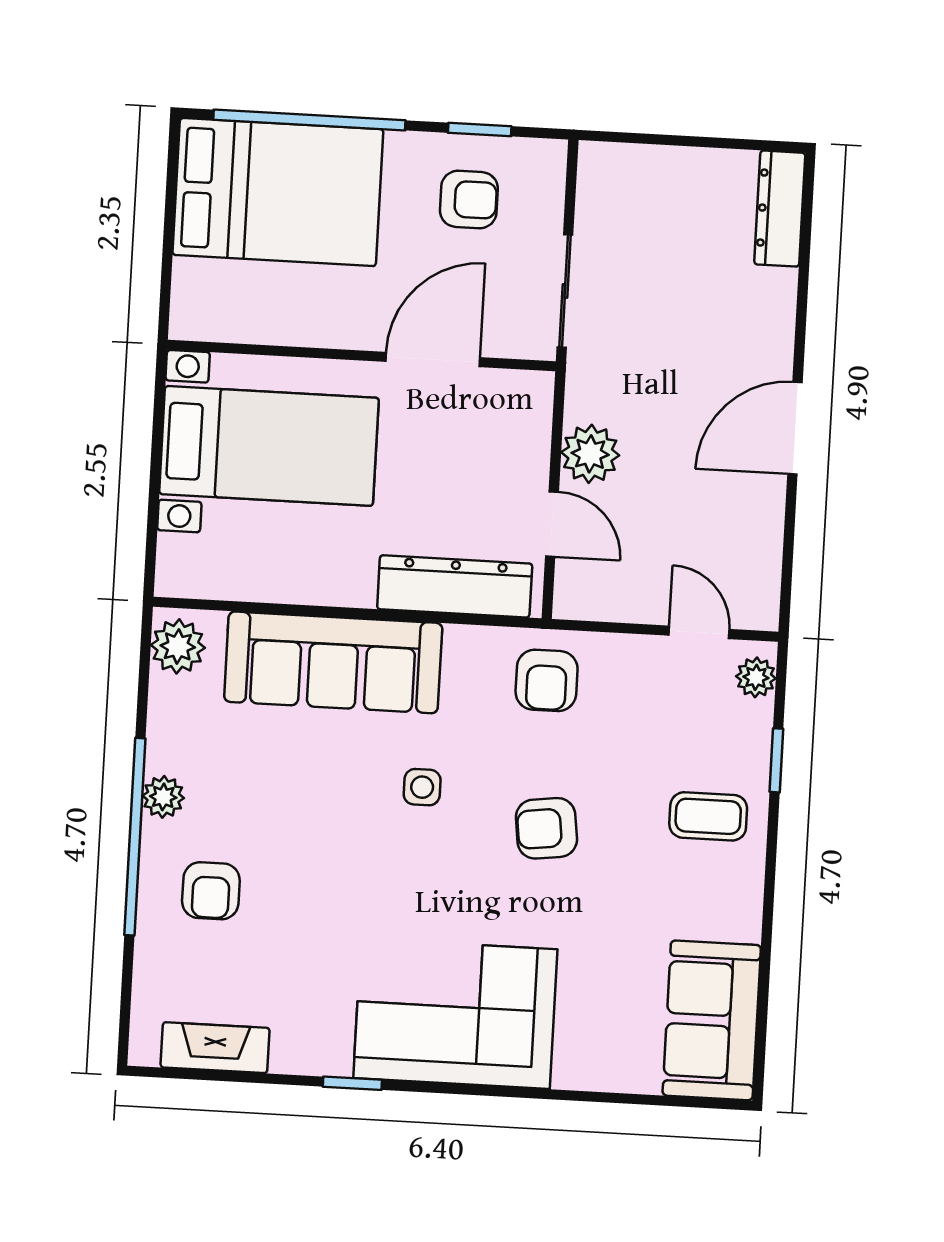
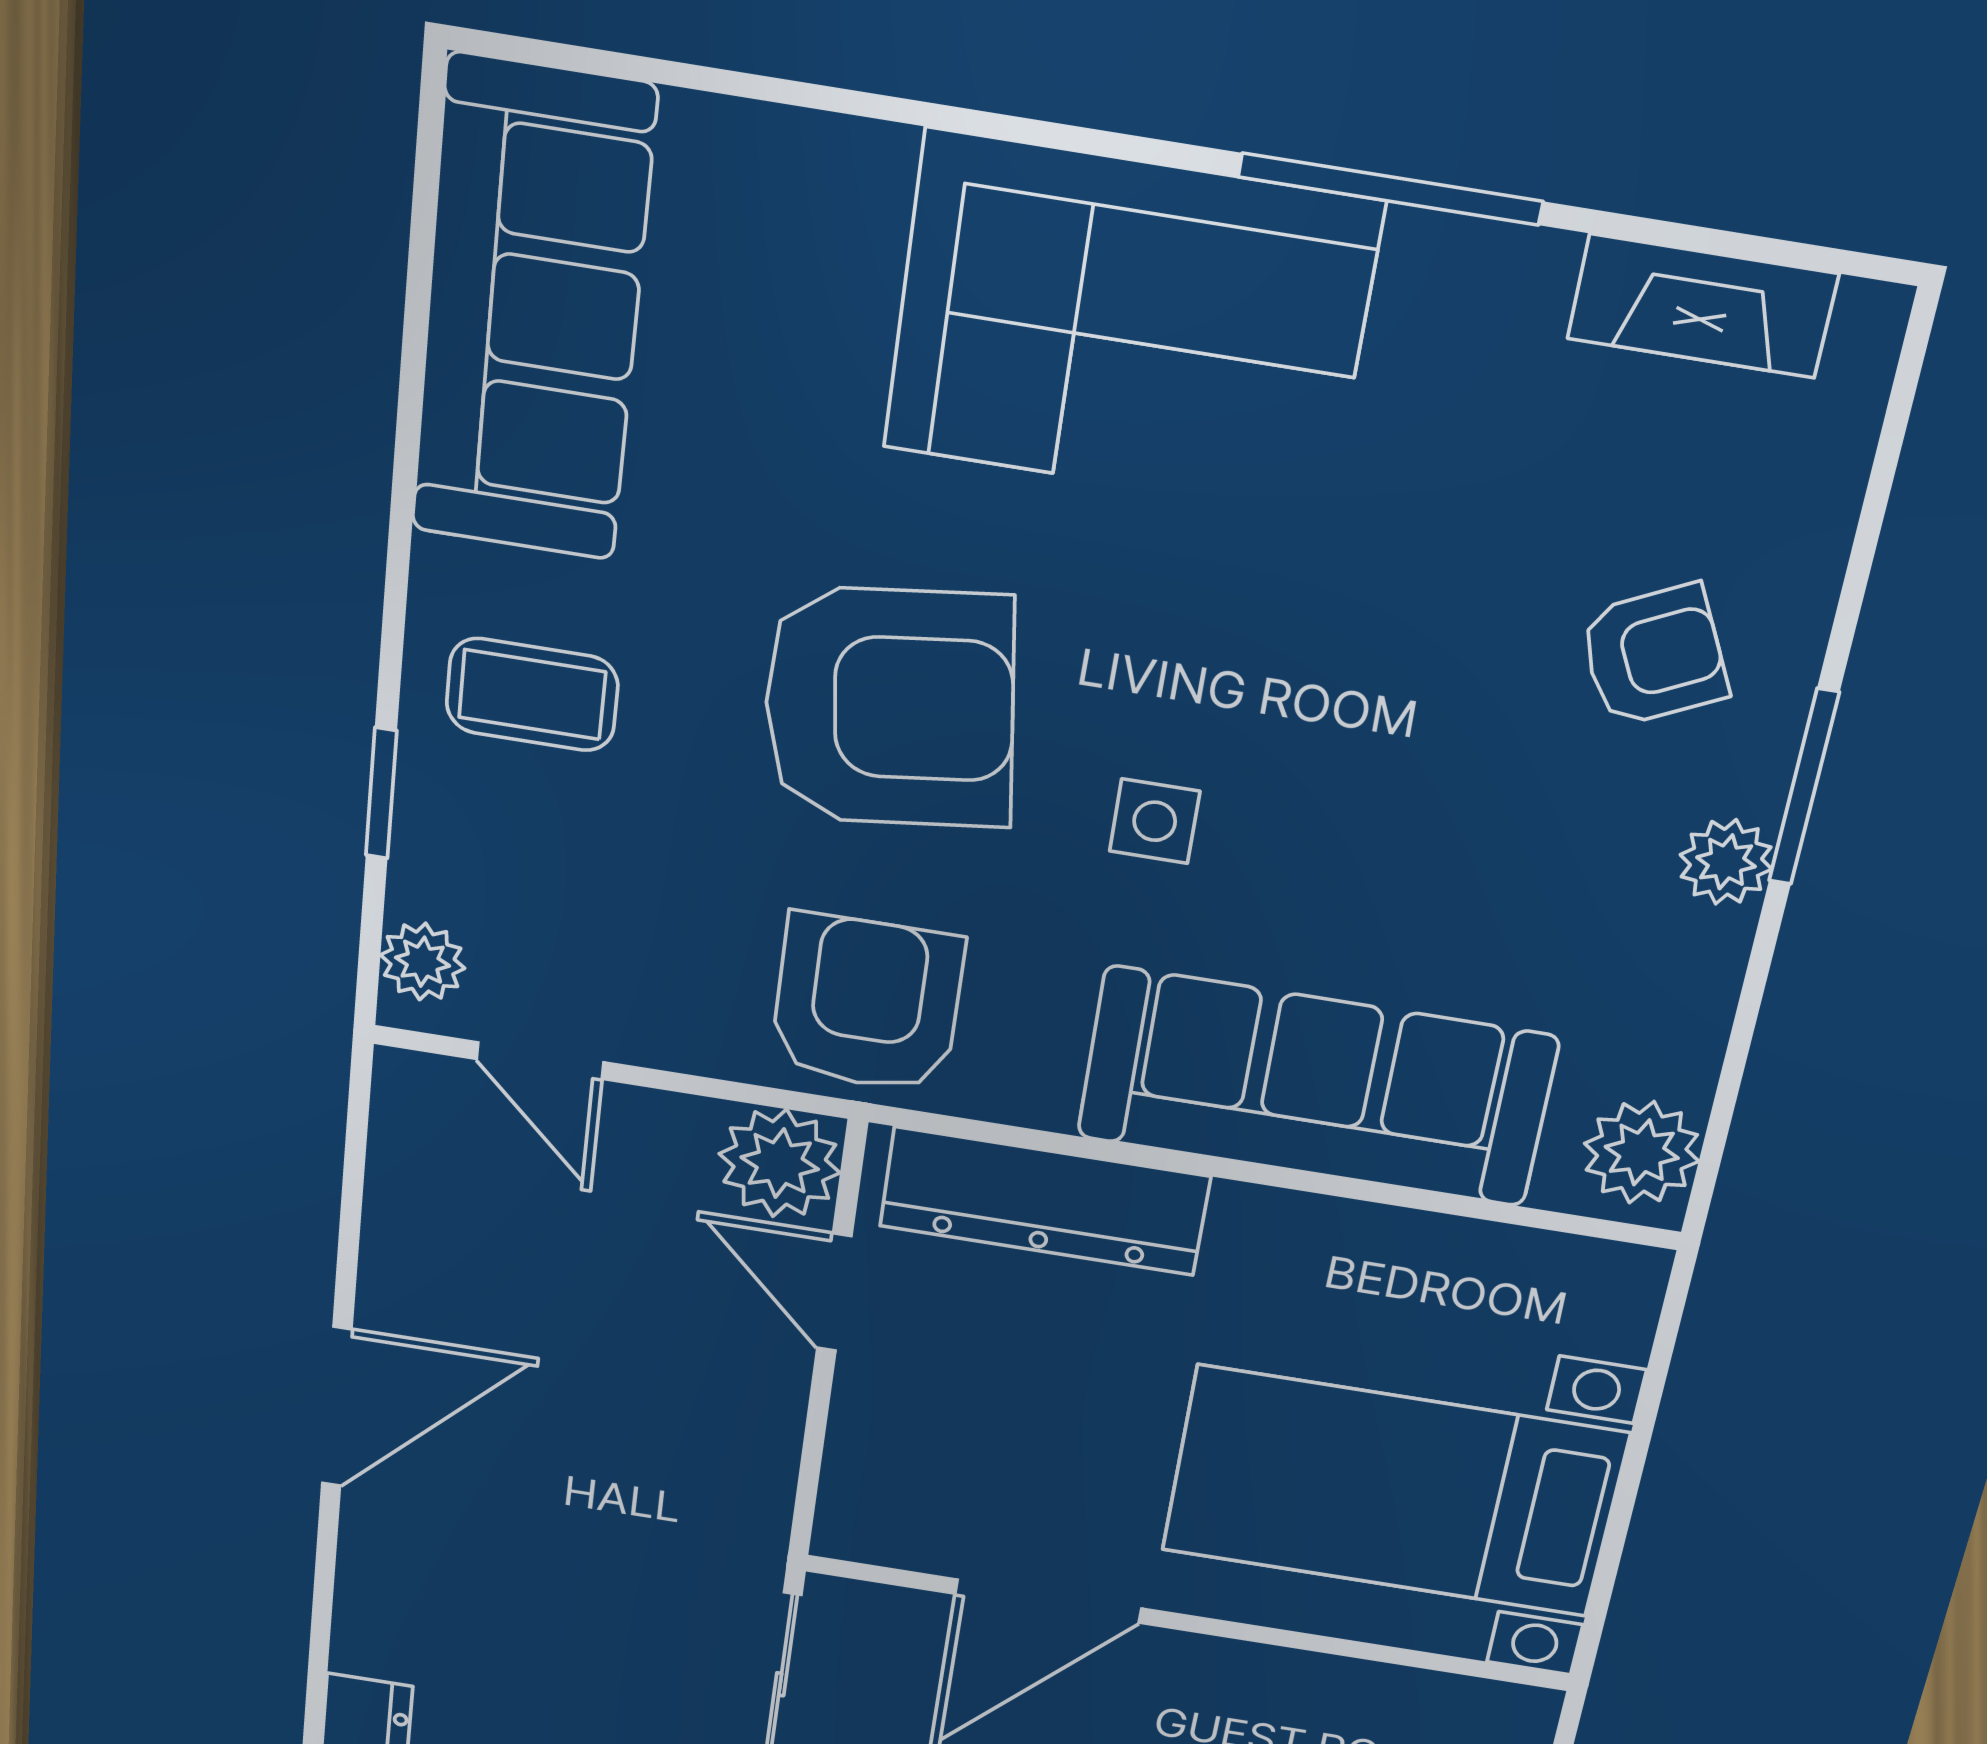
plant: (590, 454) -> (780, 1163), moved
armchair: (547, 680) -> (867, 1003), width x1.38, depth x1.38
armchair: (546, 828) -> (889, 708), width x1.88, depth x1.88
window: (135, 837) -> (1804, 787), width x0.47
armchair: (211, 891) -> (1654, 656), turned 64
sofa: (712, 1020) -> (532, 312), width x1.36
window: (352, 1083) -> (1391, 189), width x2.17

